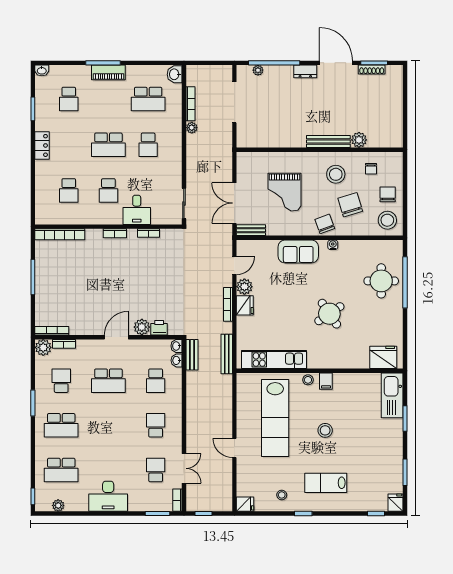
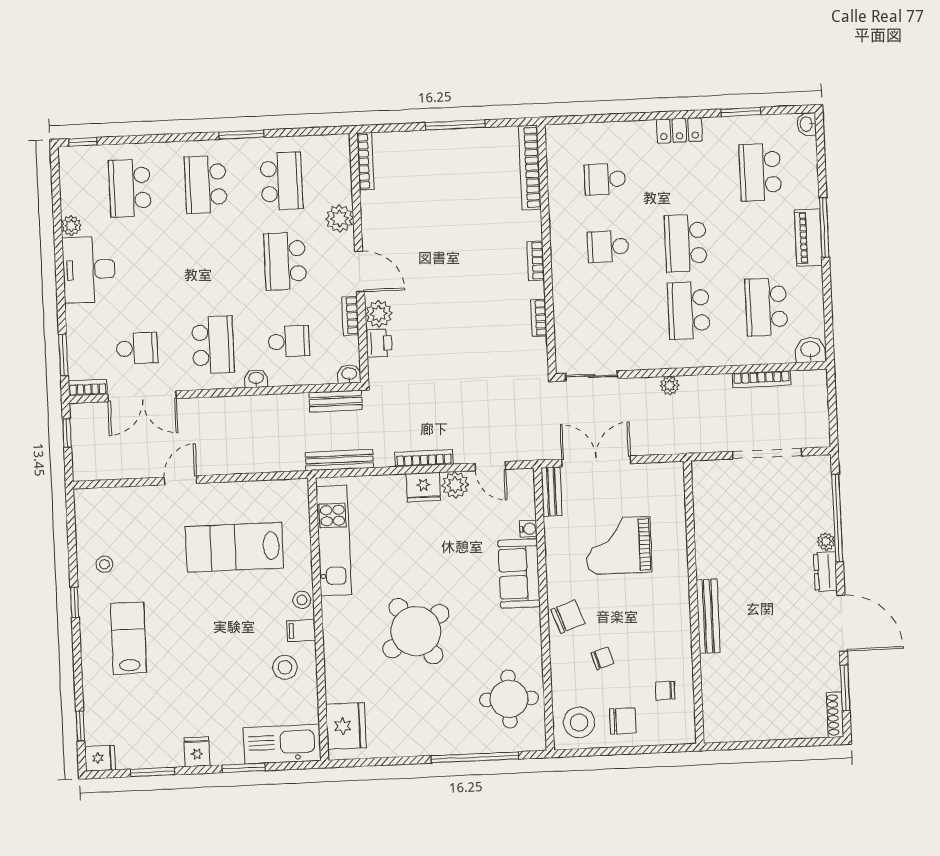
door: (336, 63) -> (842, 623), hinge flipped
plant: (258, 70) -> (826, 541), moved
shoe rack: (372, 70) -> (835, 715), moved
school desk: (69, 99) -> (760, 172), width x1.85
plant: (192, 128) -> (670, 385), moved
plant: (359, 140) -> (713, 668), removed
school desk: (148, 145) -> (689, 310), width x1.85
stool: (336, 174) -> (653, 631), removed
chair: (350, 205) -> (602, 658), width x0.54, depth x0.54
desk: (137, 210) -> (577, 296), removed
water cooler: (333, 245) -> (528, 529), moved
round table: (381, 281) -> (509, 699), moved
round table: (329, 314) -> (416, 631), width x1.36, depth x1.36
bookcase: (64, 344) -> (350, 316), moved
plant: (43, 347) -> (340, 218), moved
washbasin: (177, 360) -> (256, 378), moved
school desk: (61, 381) -> (281, 181), width x1.85
school desk: (156, 381) -> (289, 341), turned 180
lab bench: (275, 418) -> (234, 547), width x0.73
school desk: (156, 425) -> (213, 345), width x1.85
stool: (325, 430) -> (285, 667), moved
double door: (184, 468) -> (142, 396), width x1.37
fridge: (245, 504) -> (197, 752), moved, turned 180
plant: (58, 505) -> (71, 226), moved

